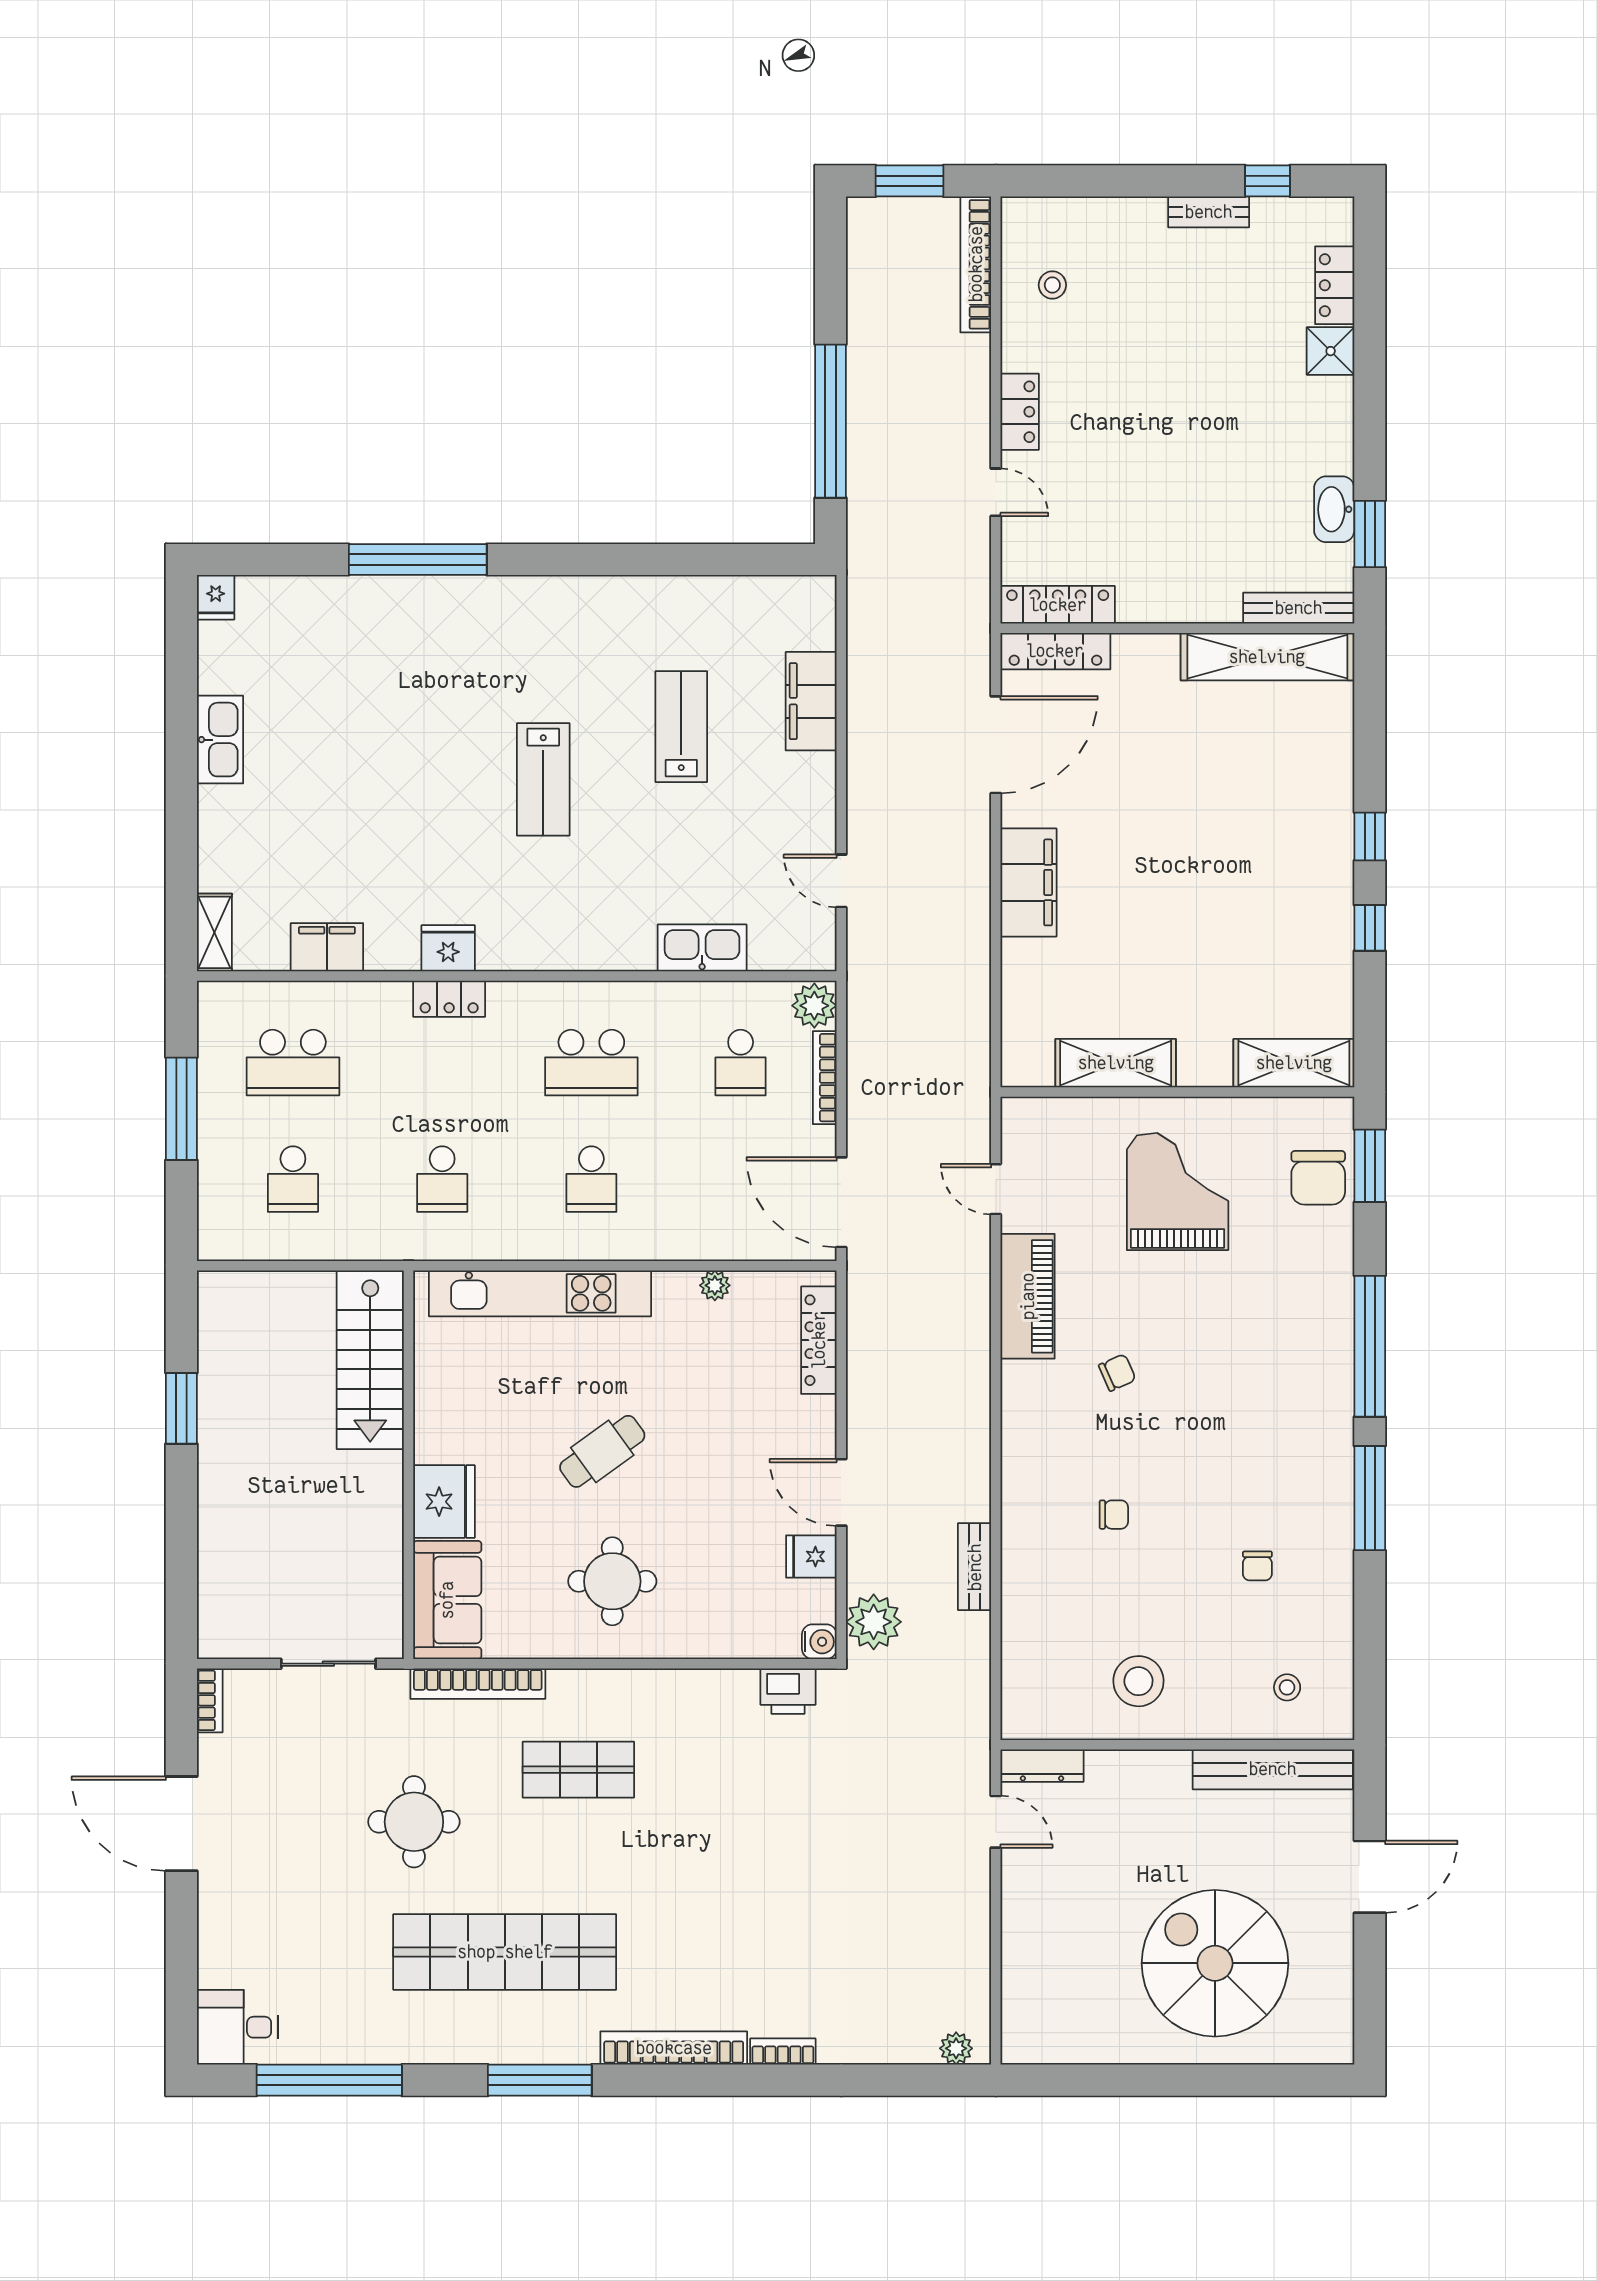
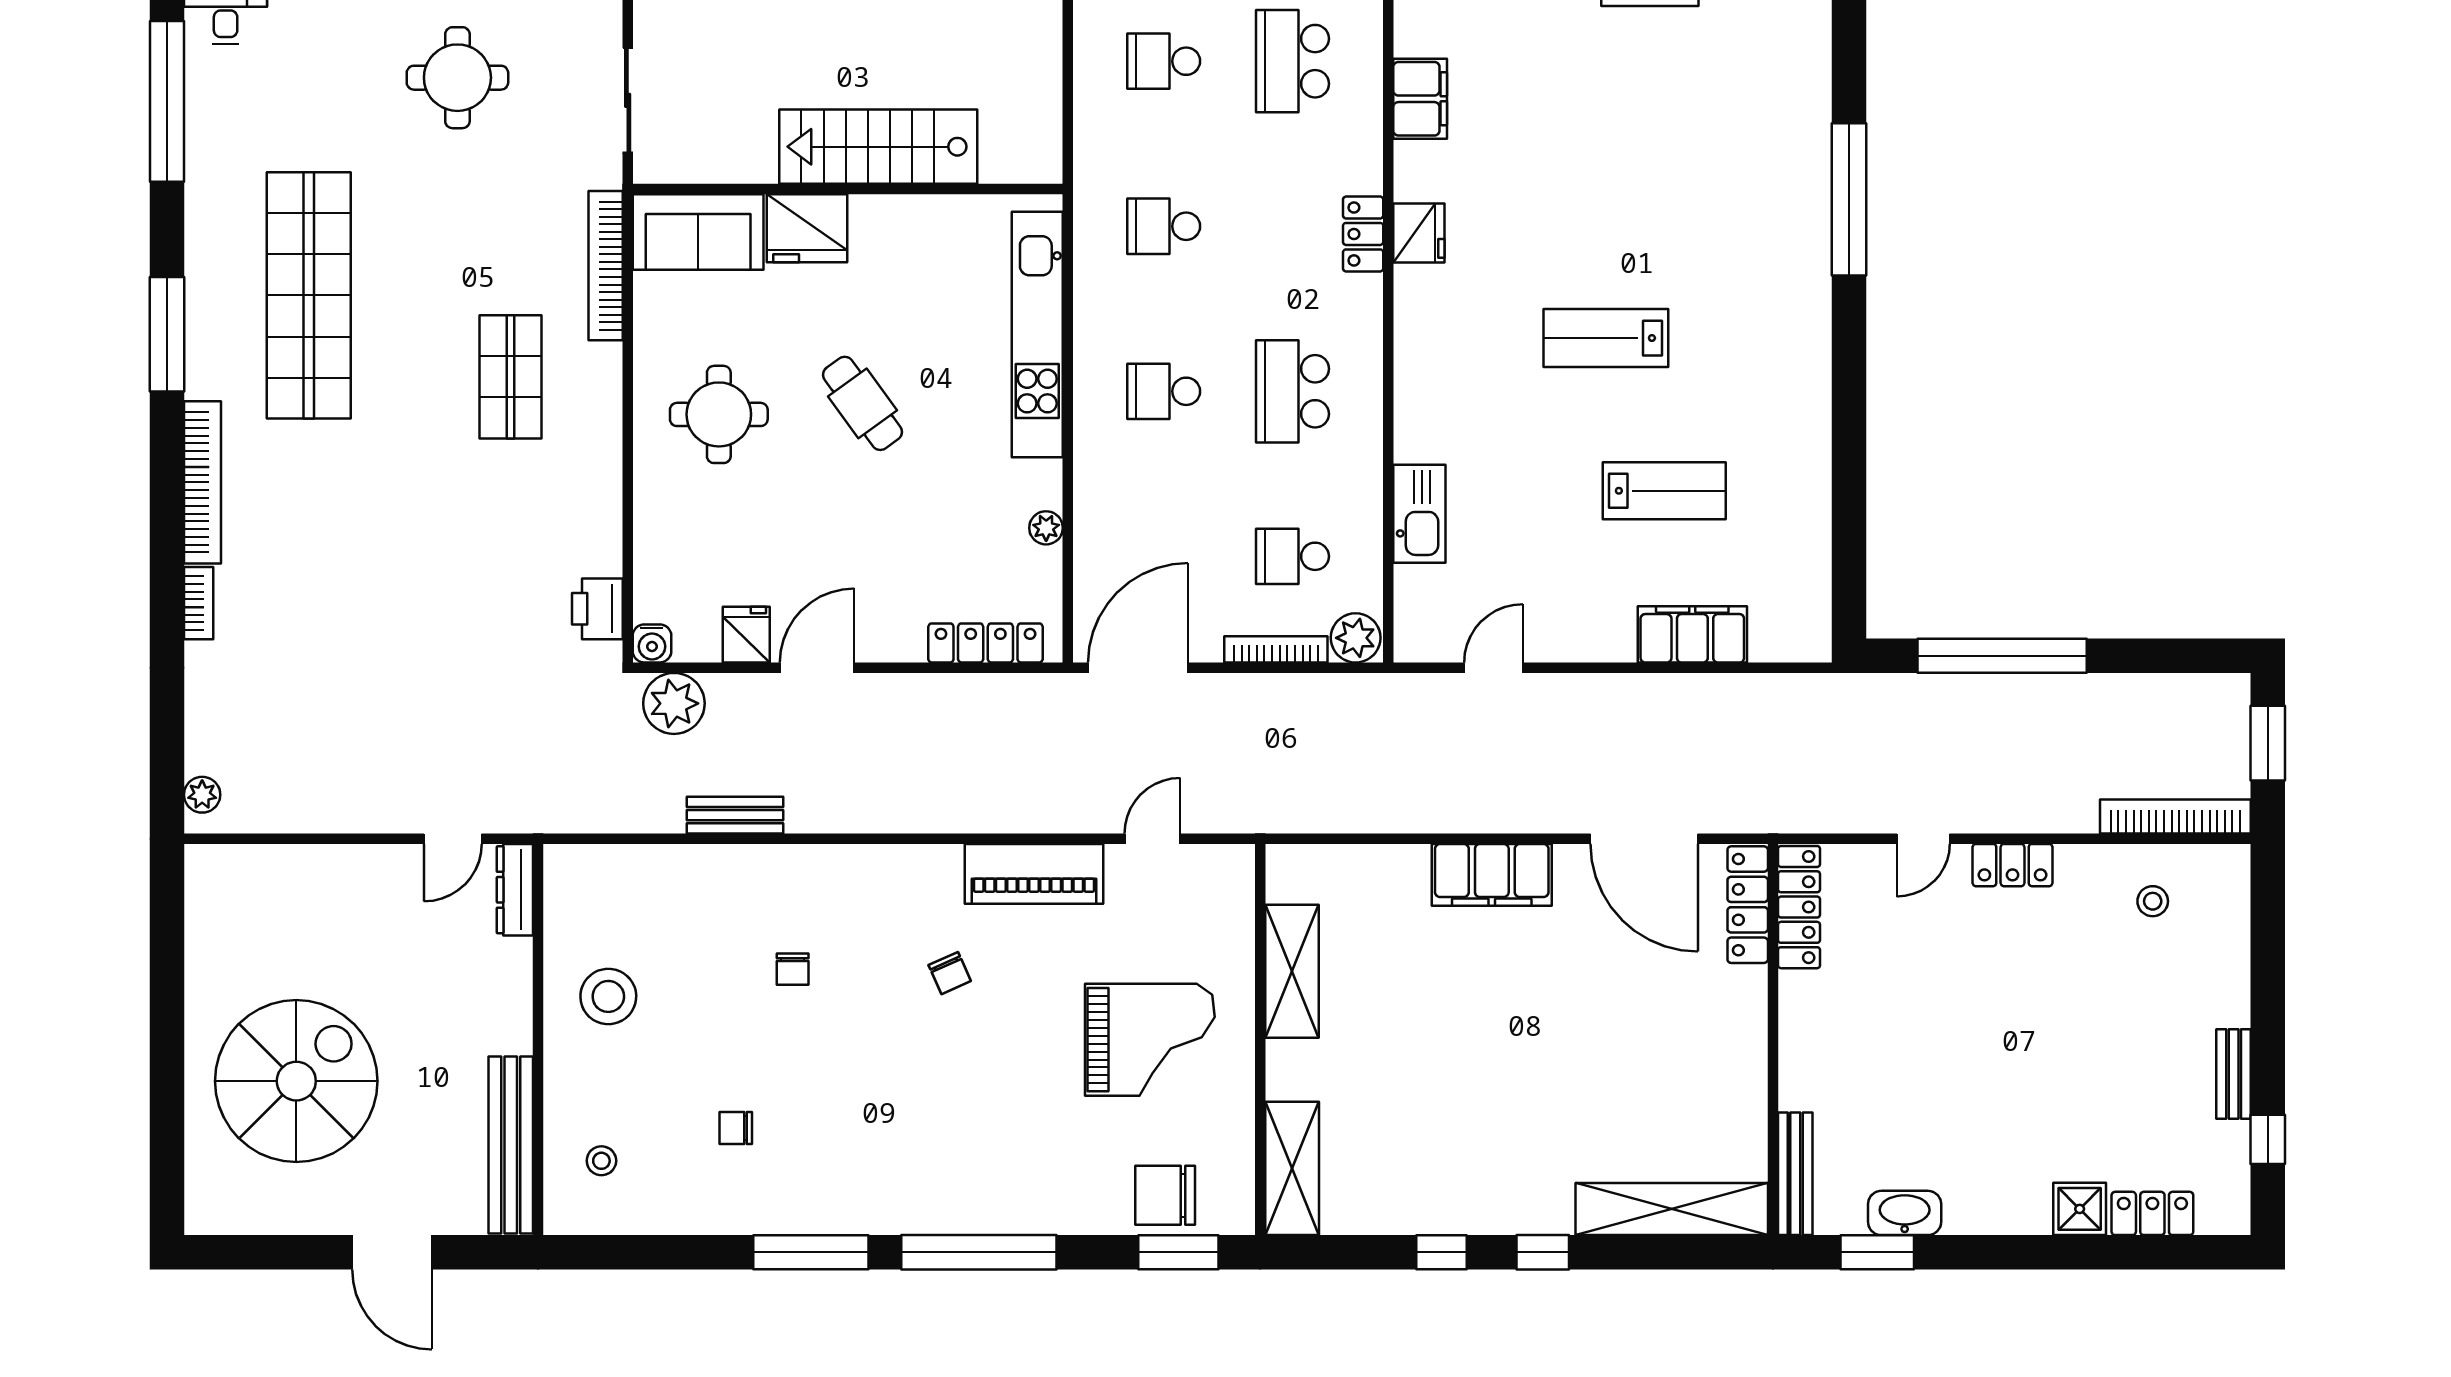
shelving: (1267, 657) -> (1672, 1209), moved, turned 90
stairs: (370, 1360) -> (878, 147), moved
round table: (414, 1822) -> (457, 78), moved

